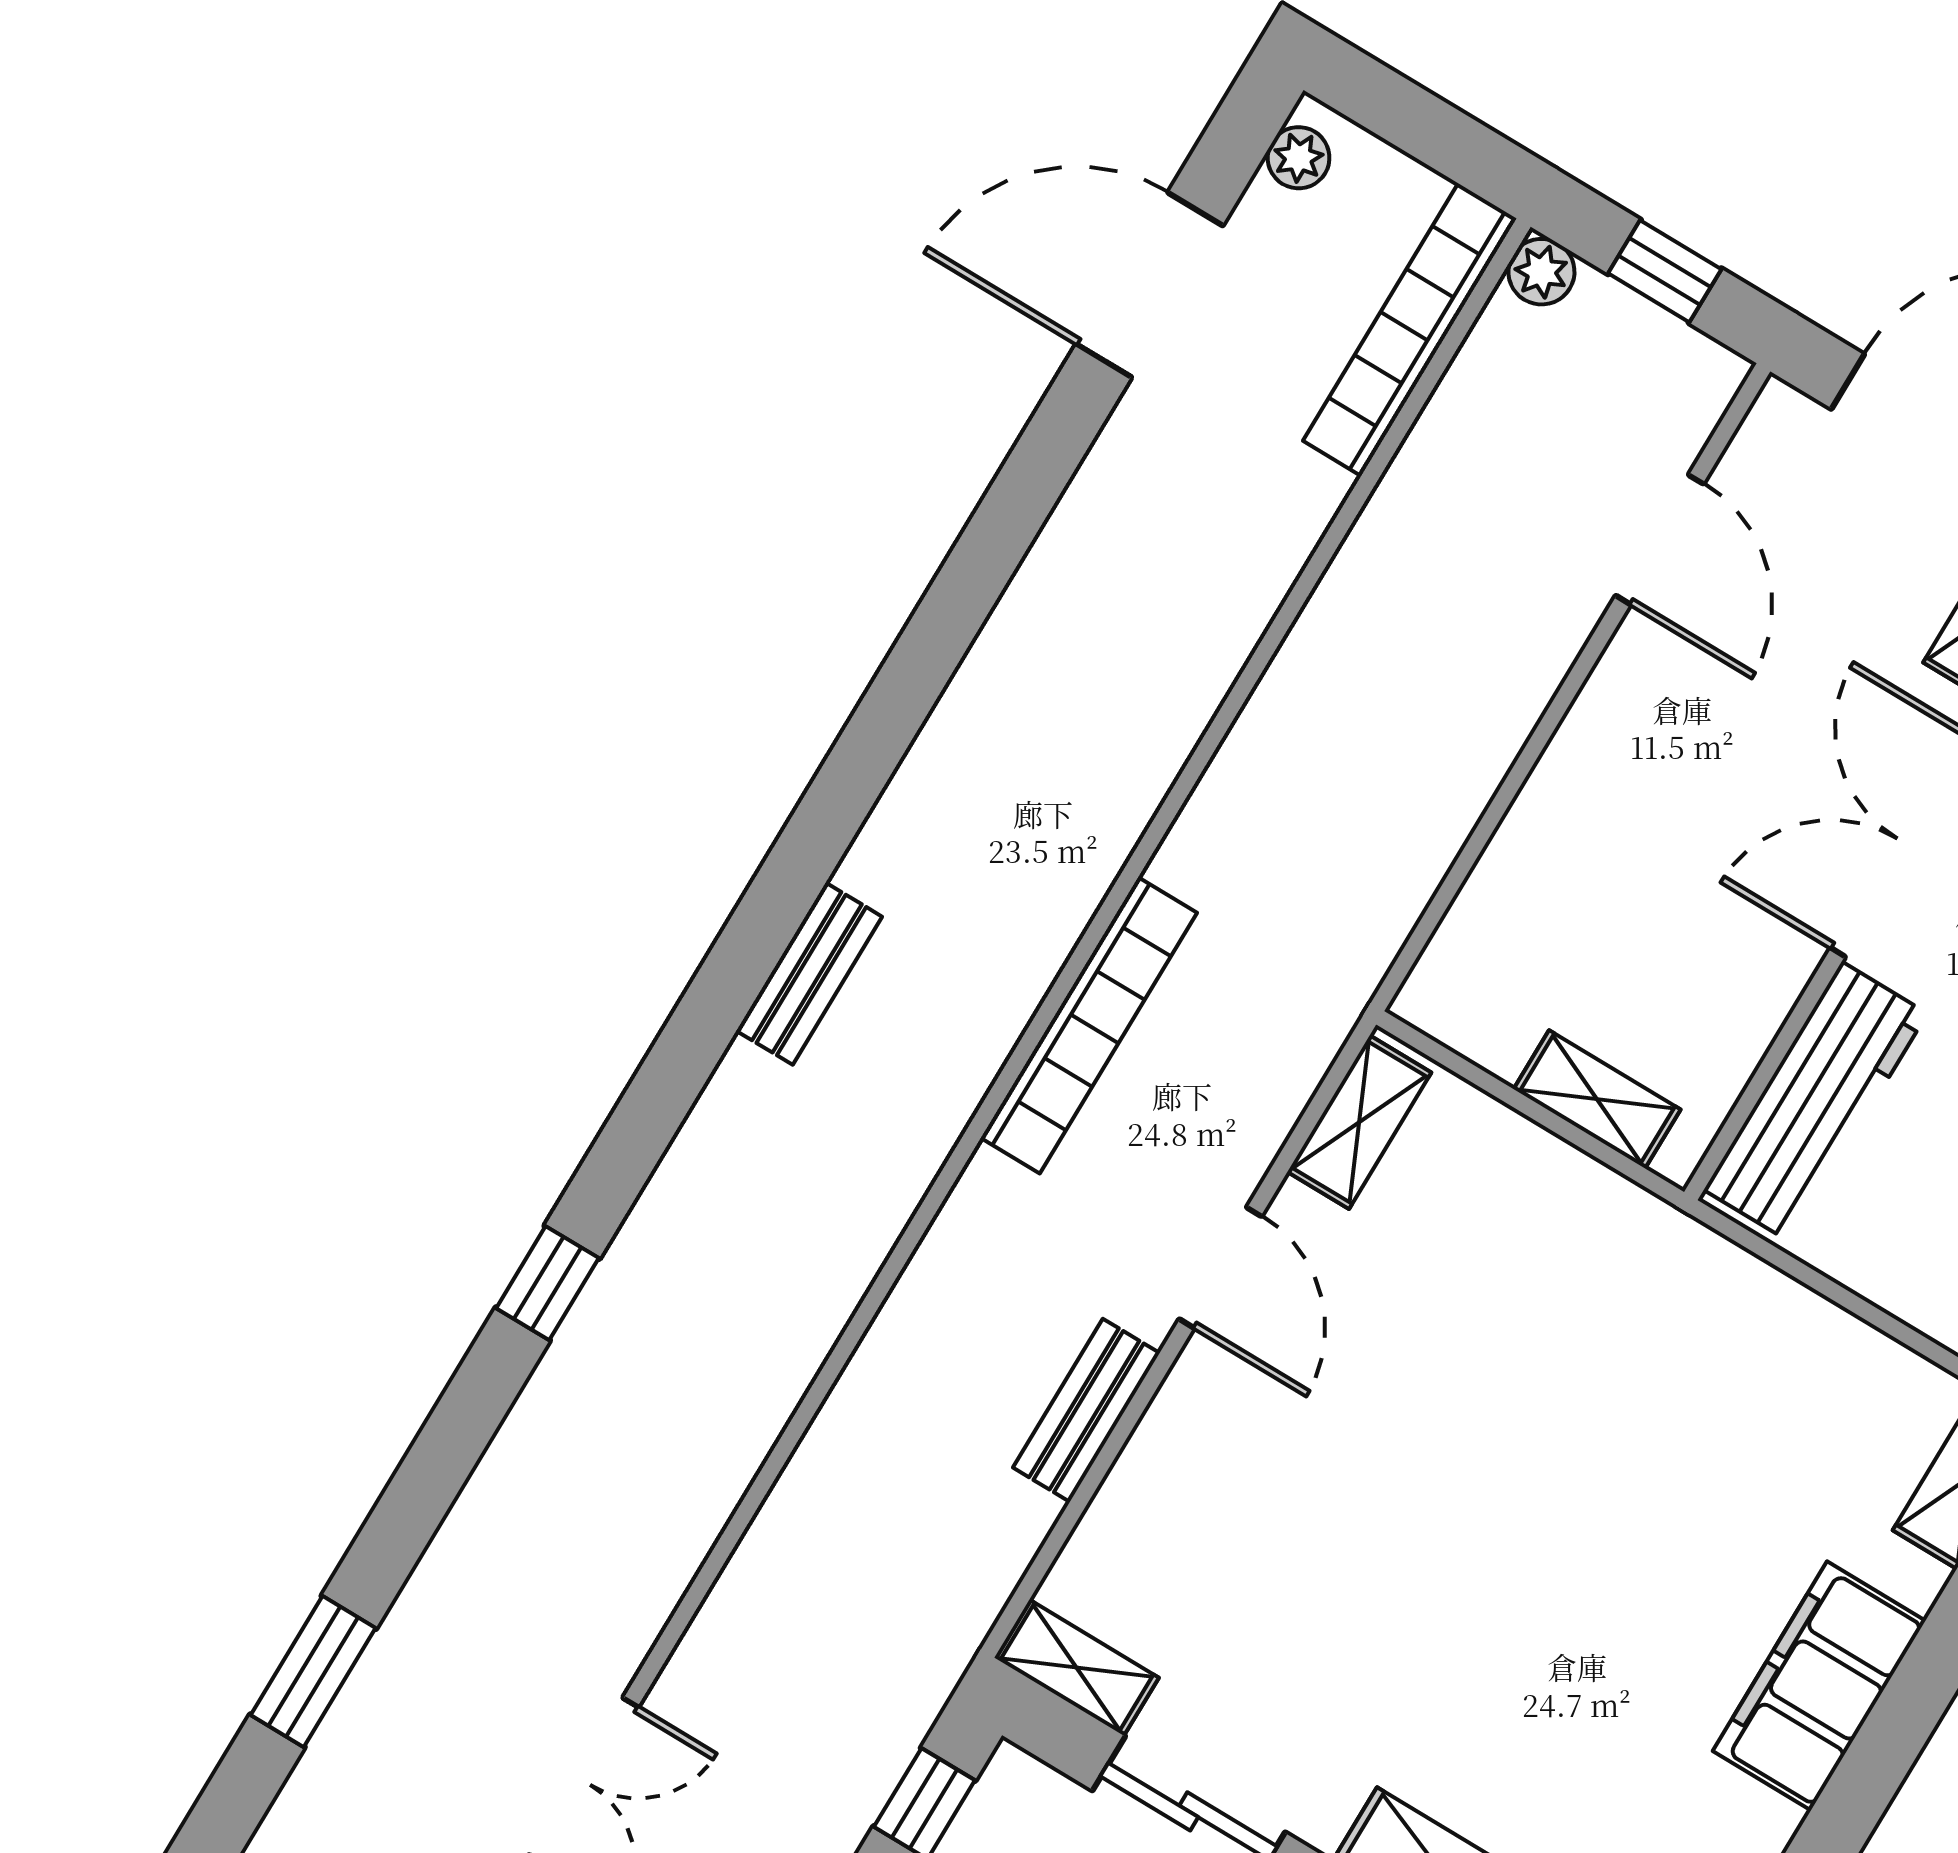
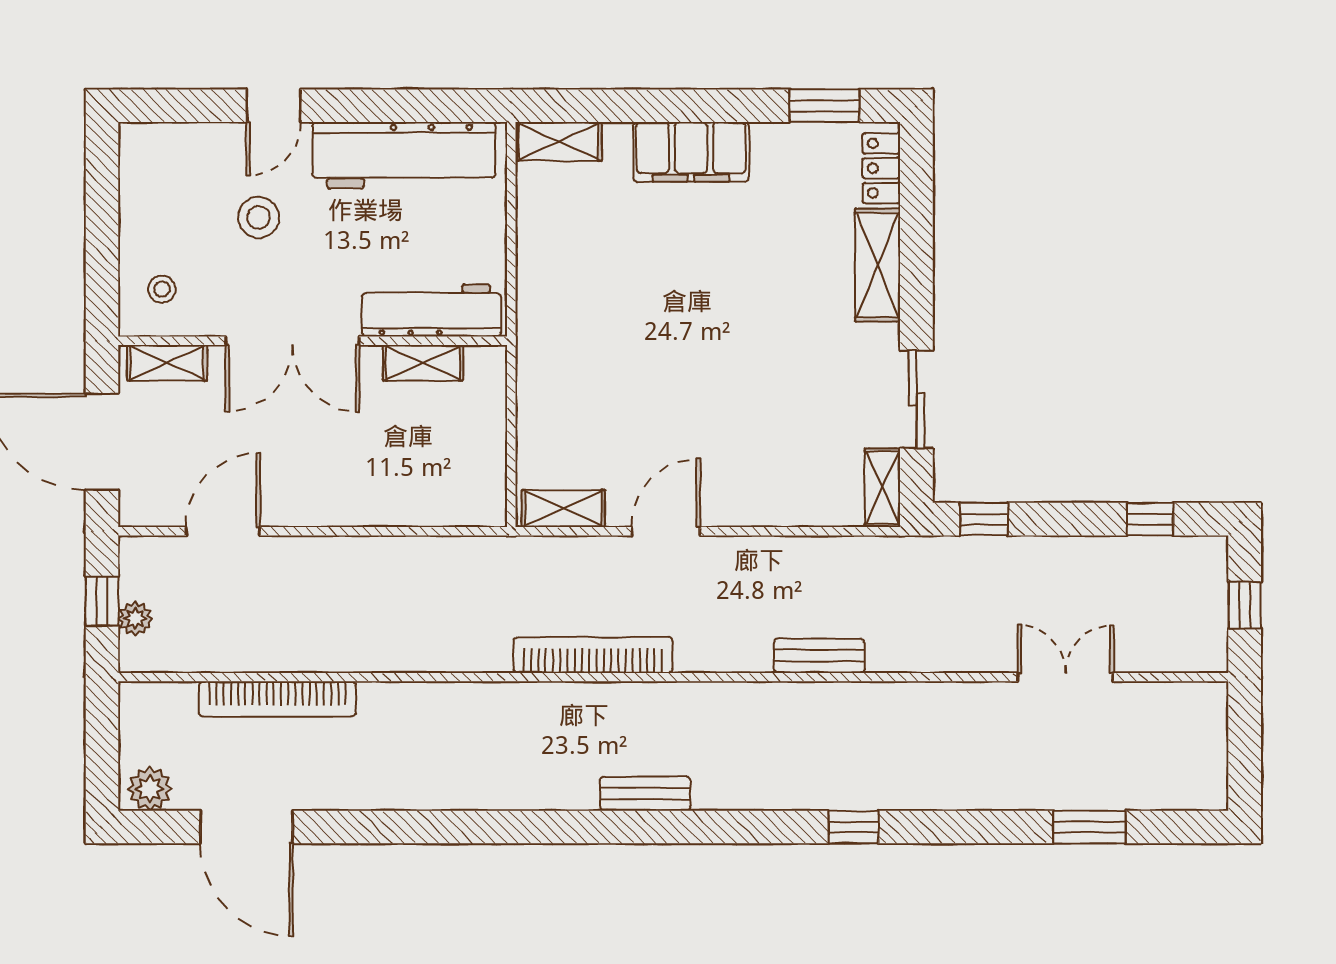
plant: (1299, 158) -> (150, 789), width x1.38, depth x1.38
plant: (1541, 272) -> (135, 619), moved
bookcase: (1410, 330) -> (277, 699), moved
shelving: (1597, 1099) -> (423, 363), moved, turned 90
bench: (1086, 1410) -> (819, 656), moved

